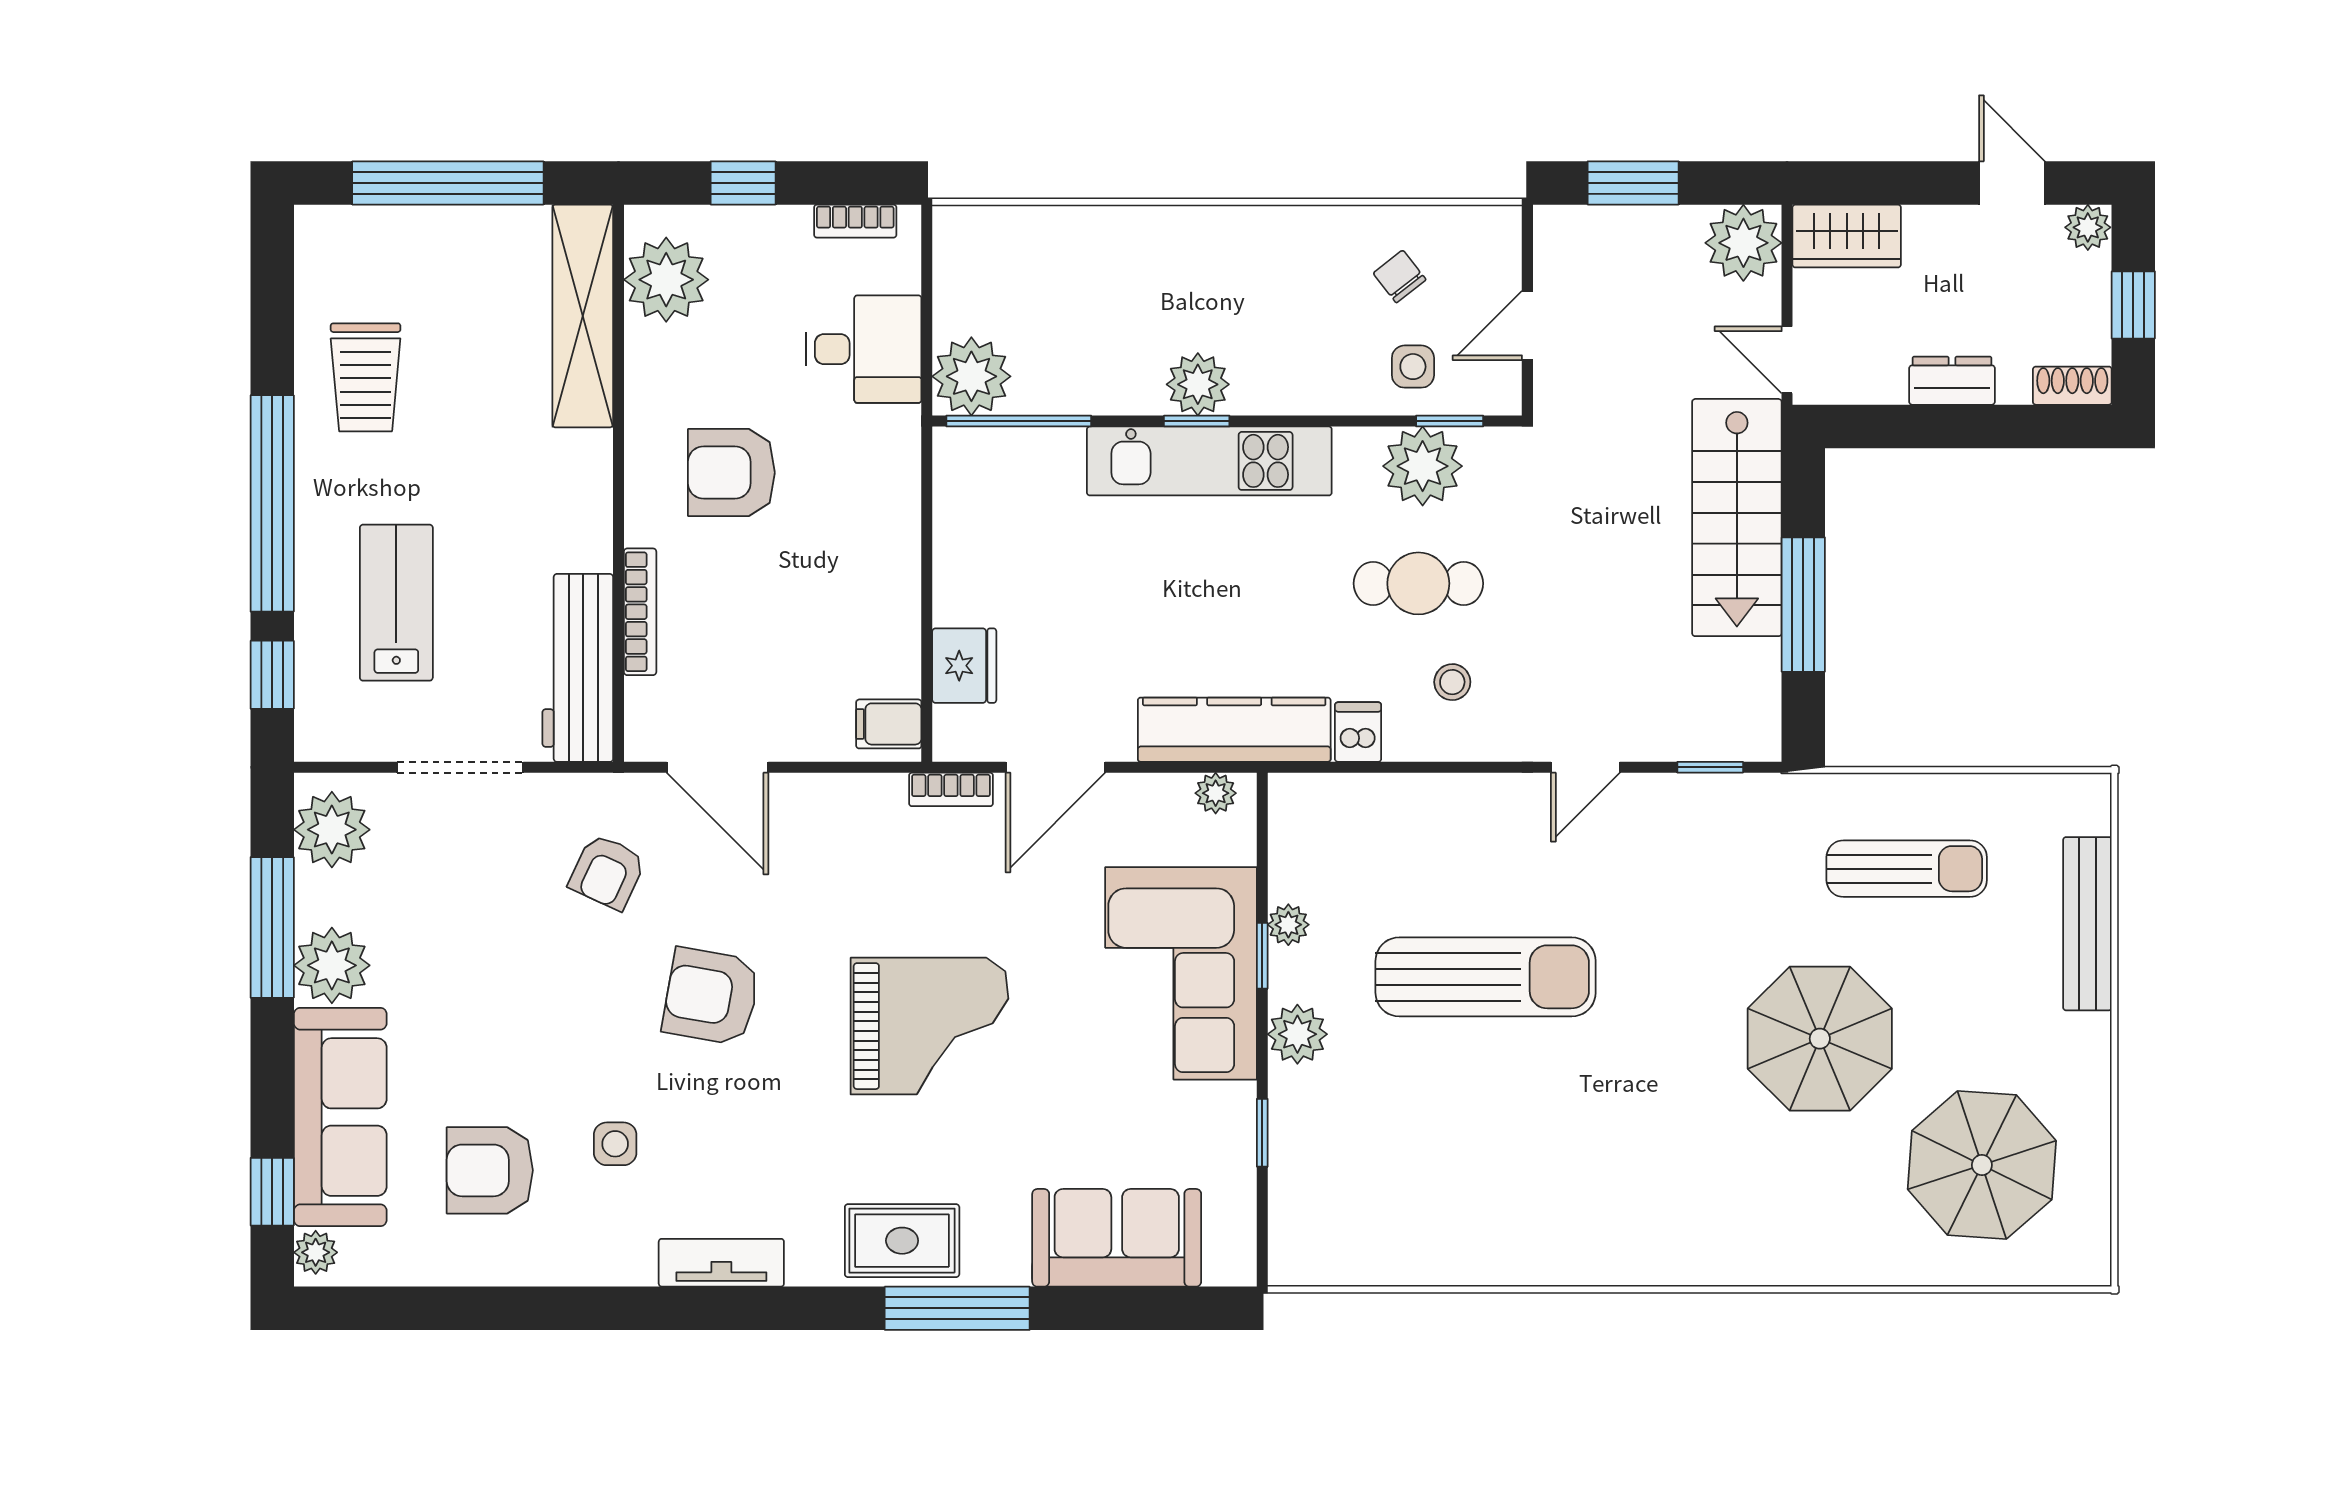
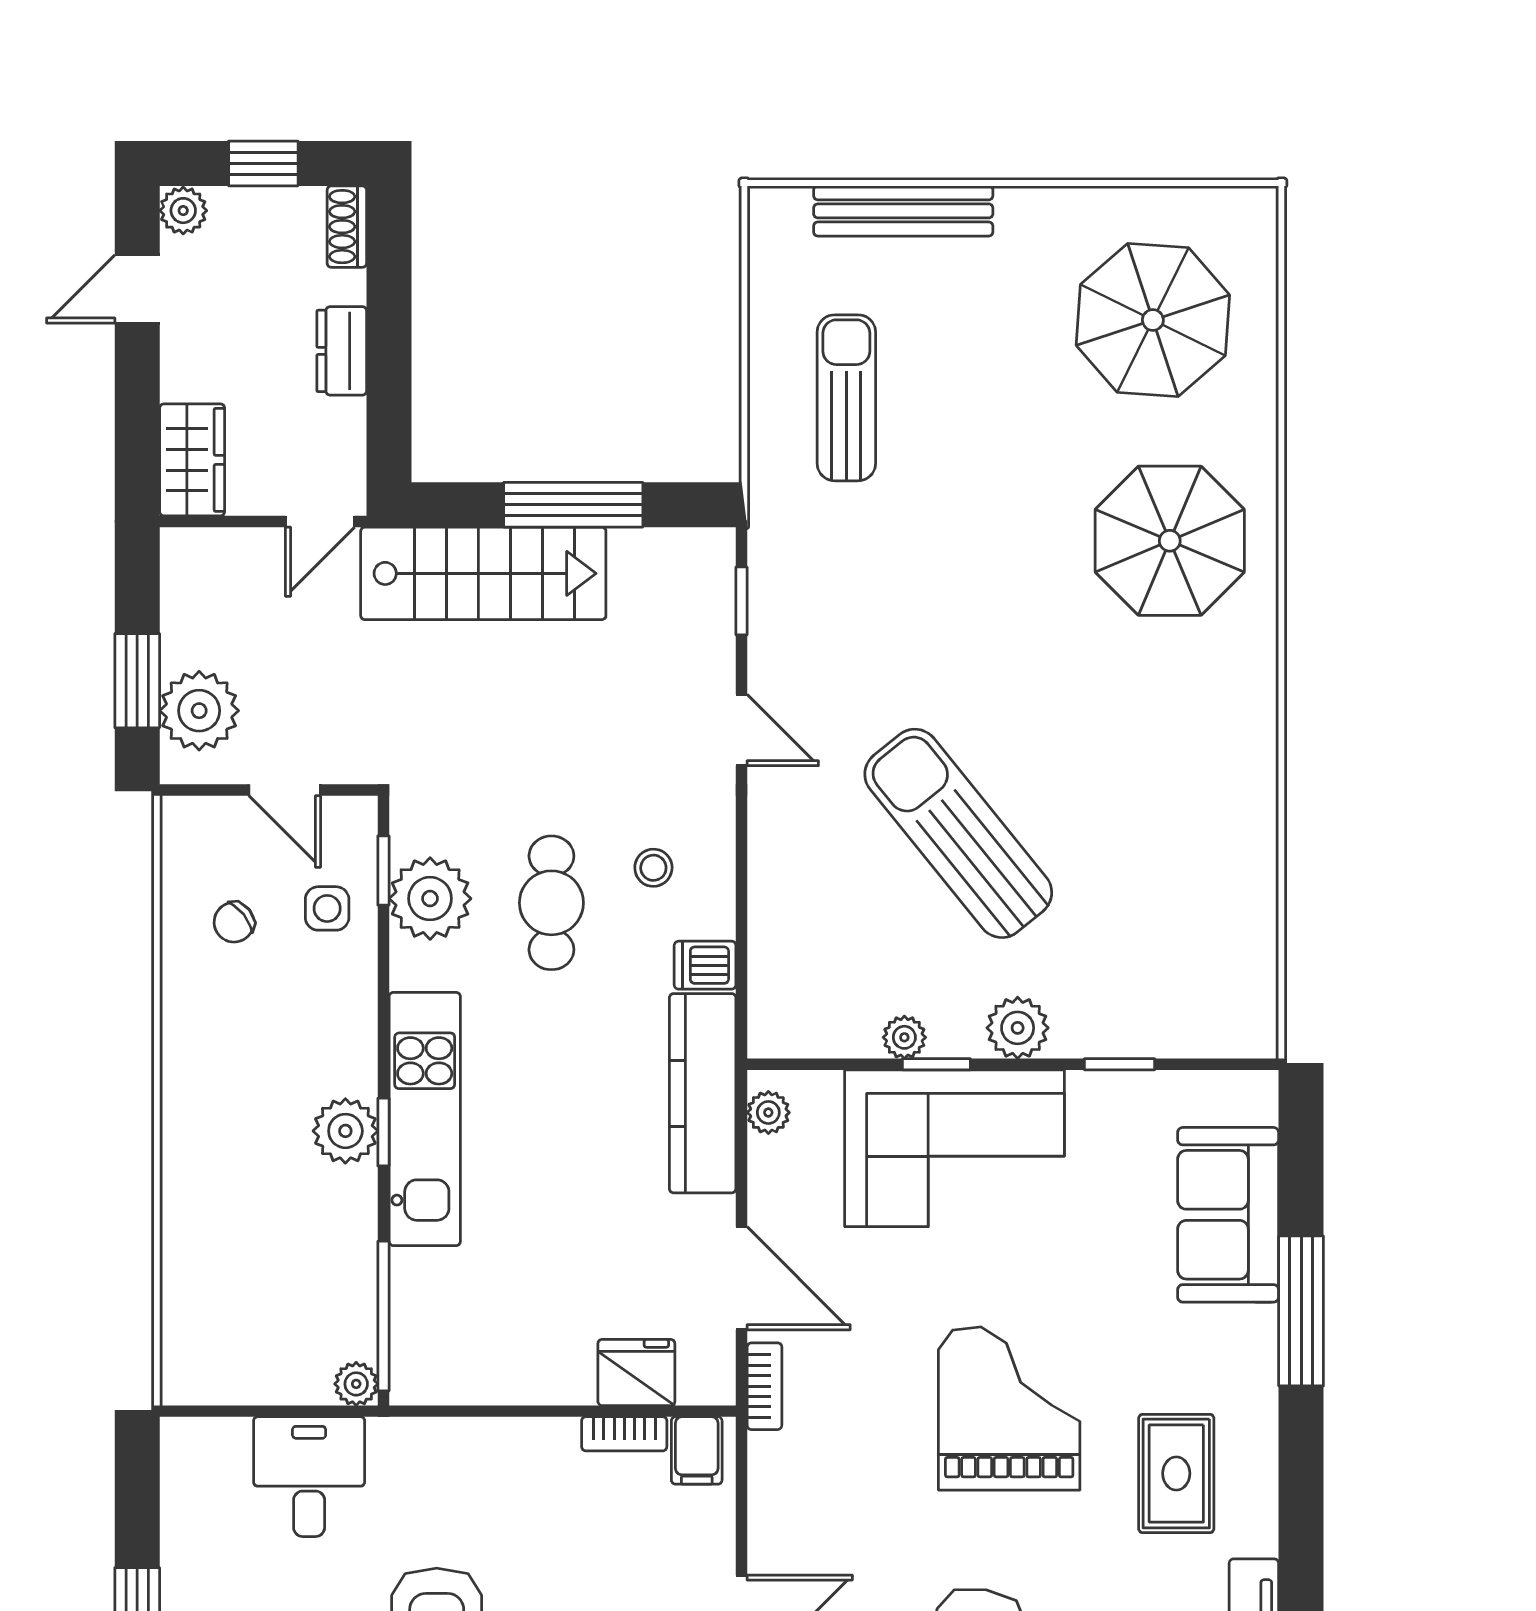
bookcase: (855, 221) -> (624, 1434), moved, turned 90
plant: (1743, 243) -> (199, 711), moved
plant: (971, 376) -> (356, 1384), width x0.53, depth x0.53
sun lounger: (1486, 977) -> (958, 833), turned -39
parasol: (1820, 1039) -> (1170, 541), moved
rug: (902, 1241) -> (1176, 1473), moved
window: (957, 1308) -> (1301, 1311), moved

